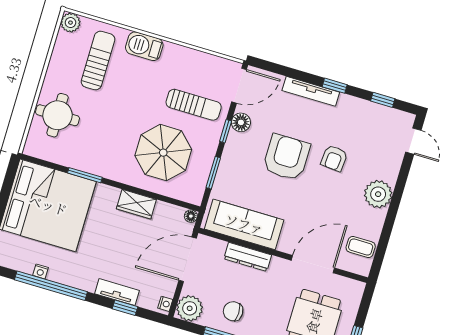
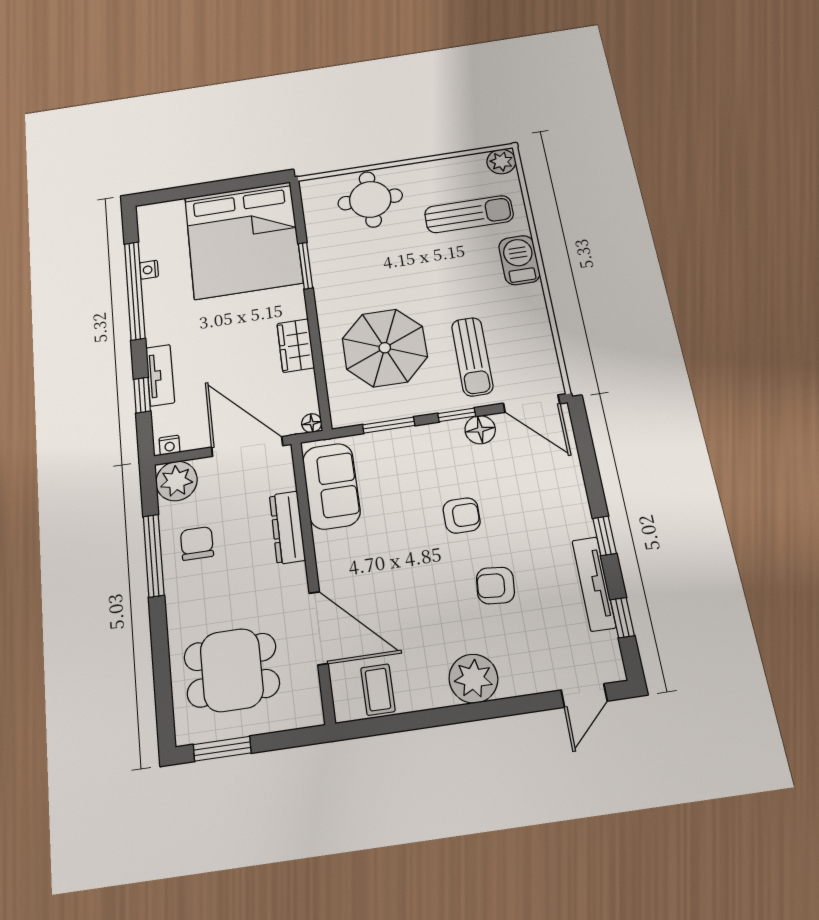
tv unit: (311, 91) -> (594, 584), moved
armchair: (286, 157) -> (462, 516), width x0.53, depth x0.53
sofa: (244, 224) -> (331, 486), width x0.73

